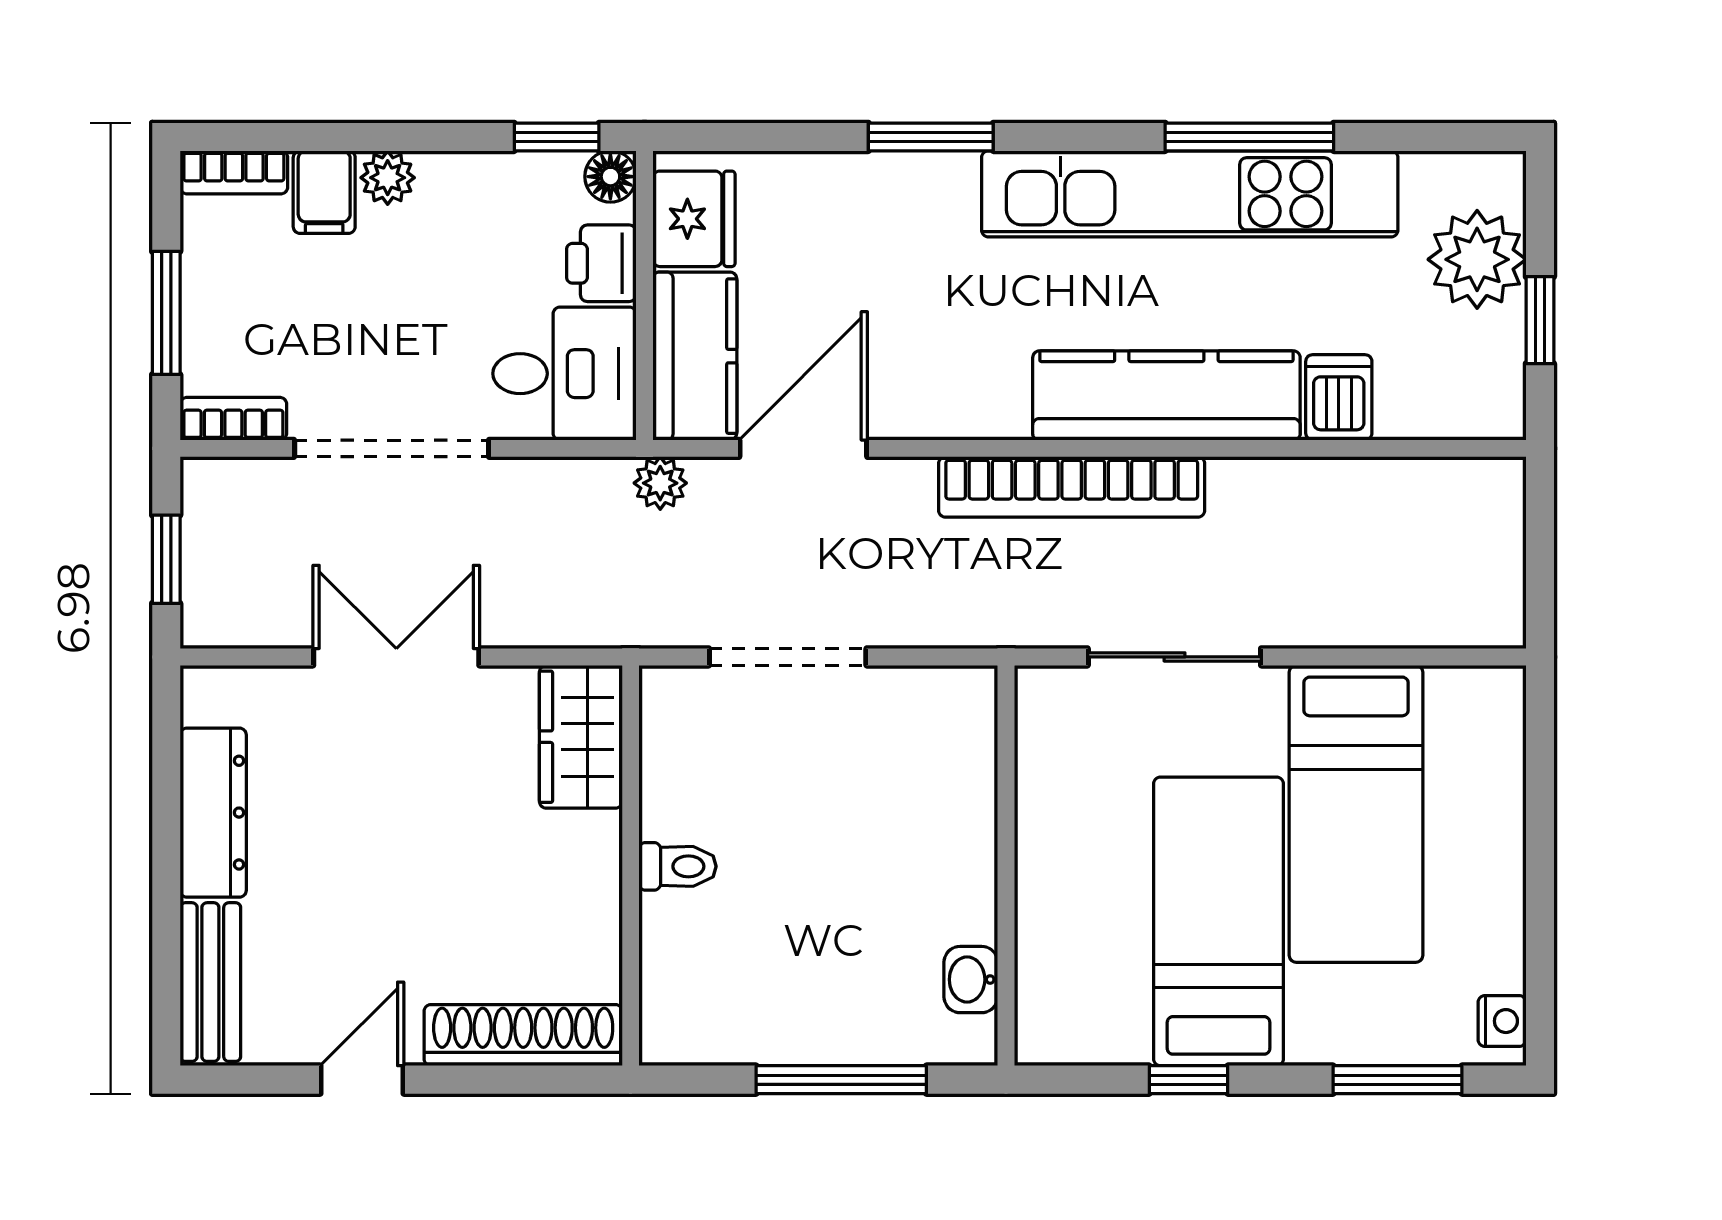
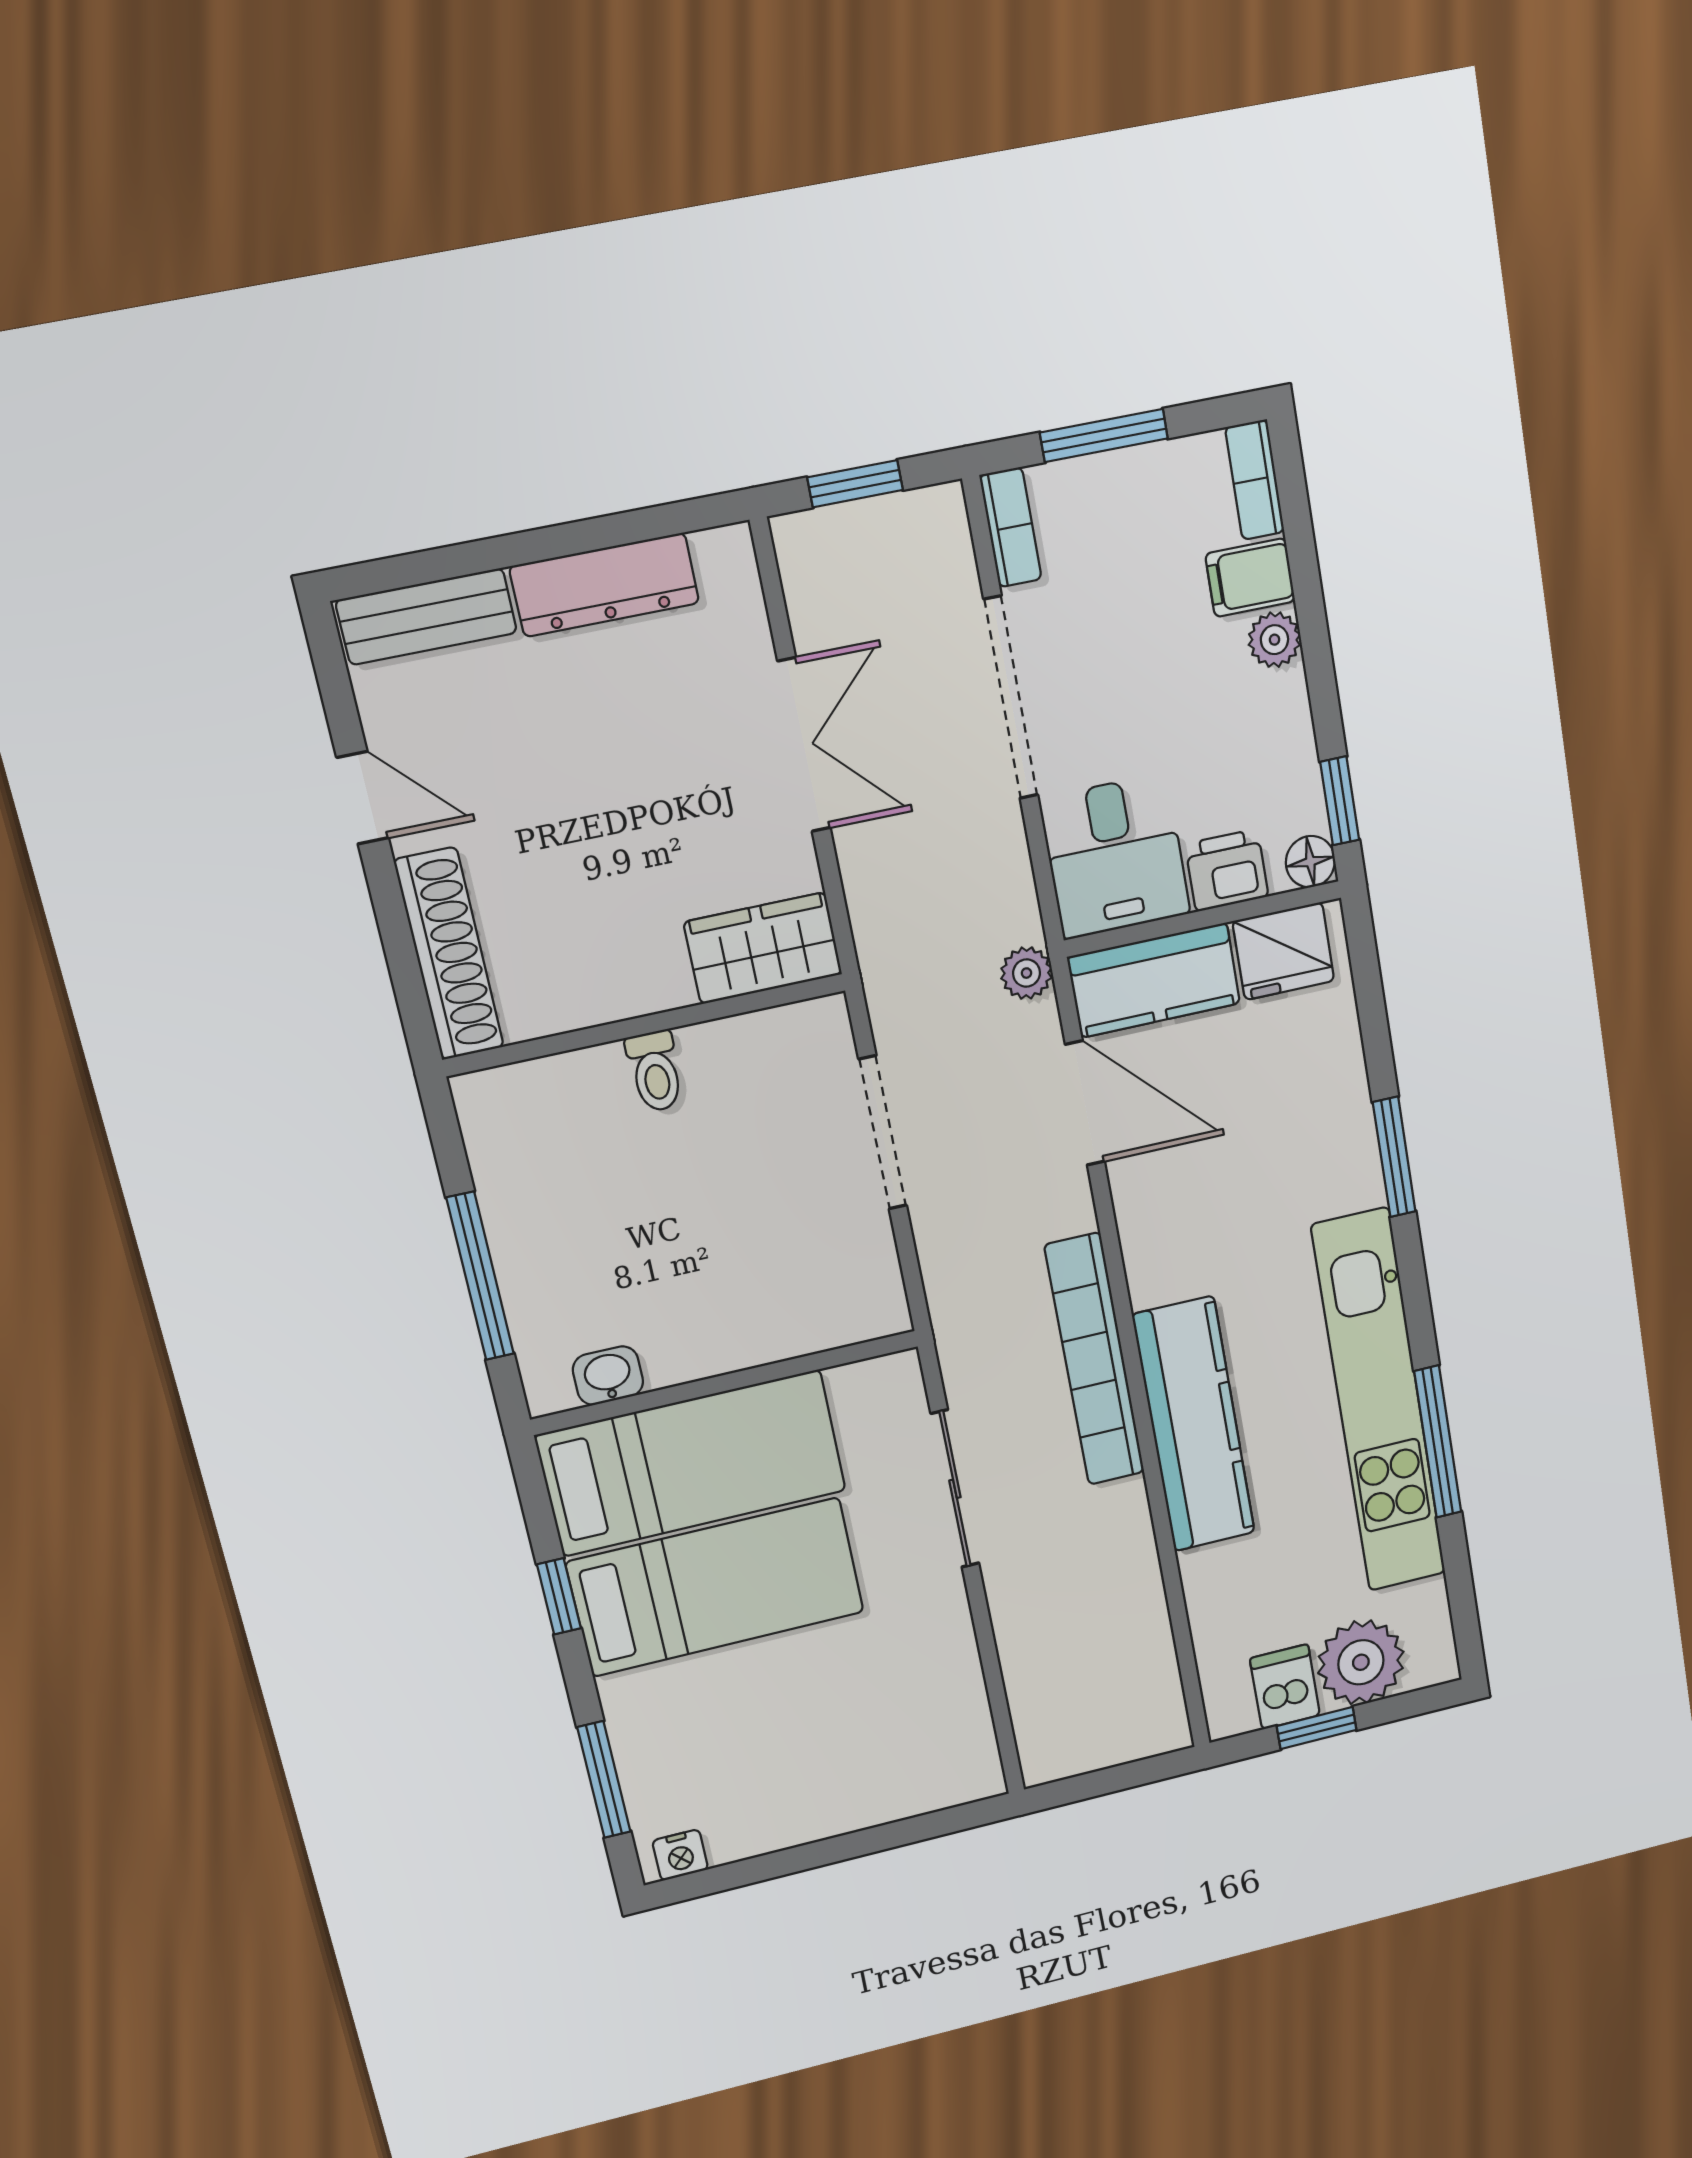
dishwasher: (1339, 397) -> (1285, 1687), moved, turned -90
bed: (1356, 814) -> (692, 1463), moved, turned 180

